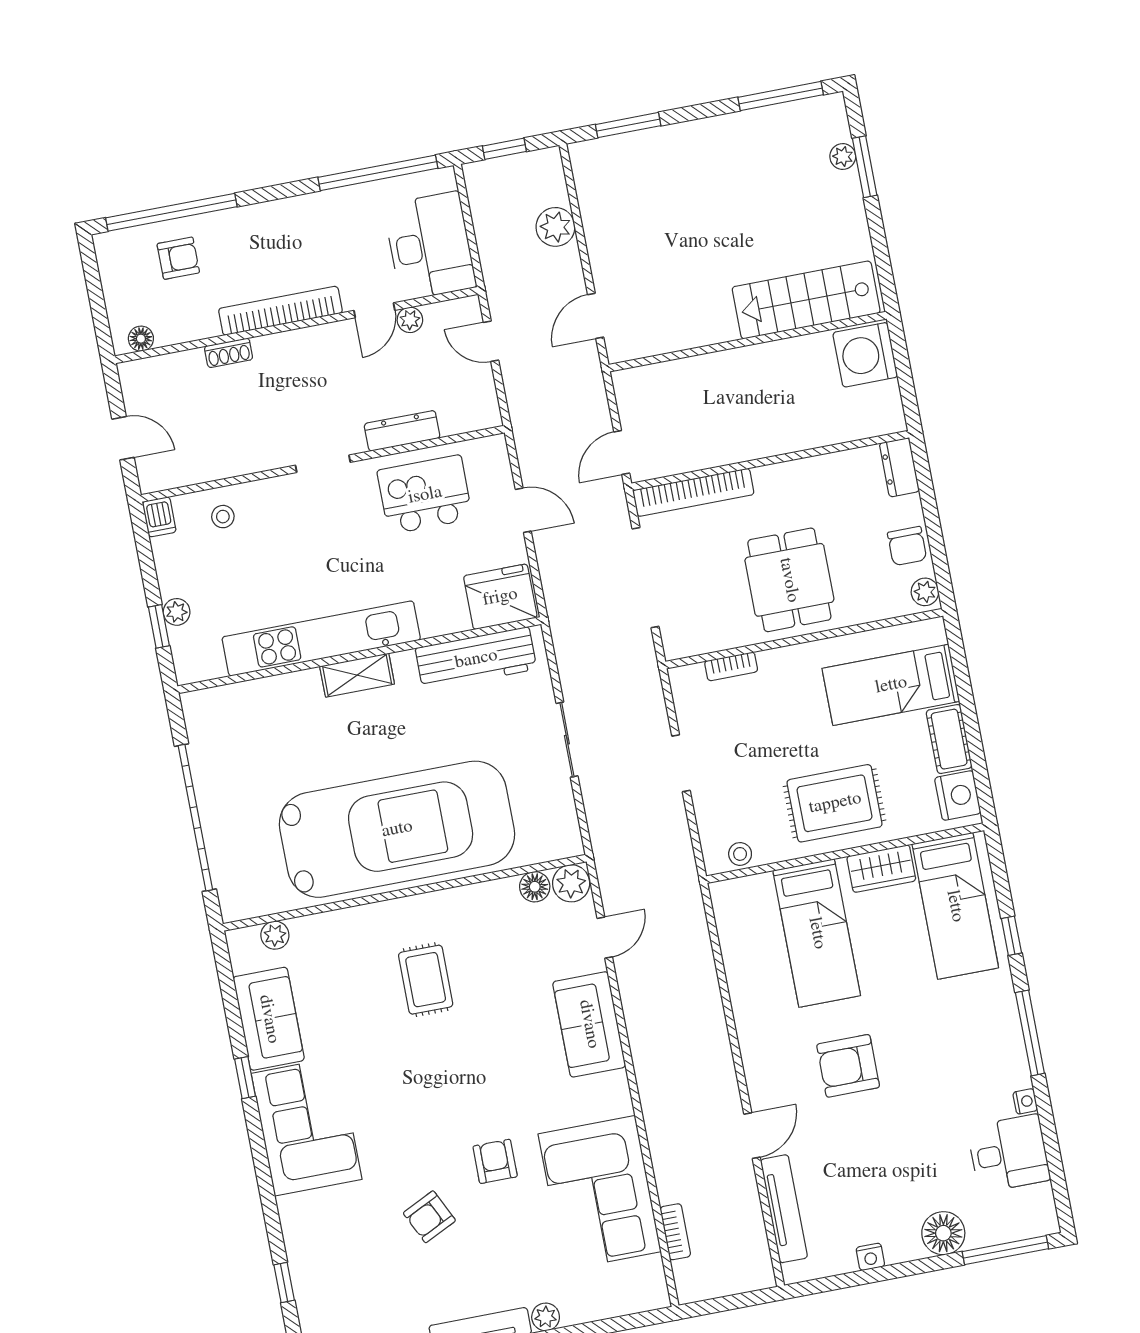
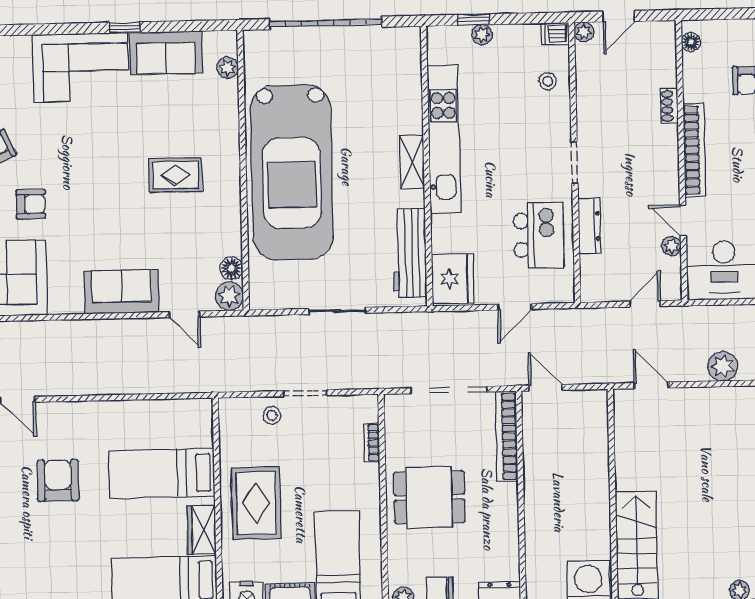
plant: (151, 480) -> (584, 32), added
stool: (740, 854) -> (272, 415), moved

